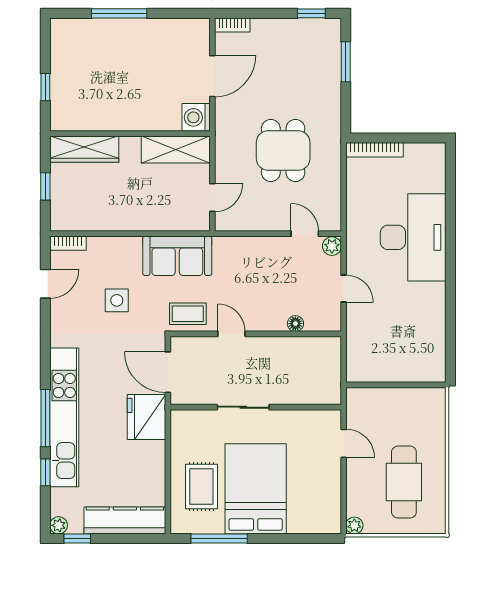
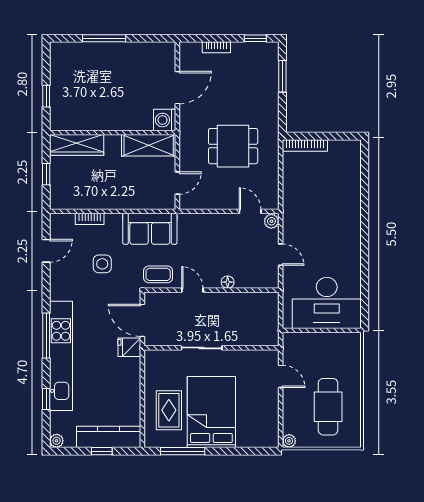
bookcase: (232, 25) -> (216, 47), moved
dining table: (283, 151) -> (233, 146), turned 90
desk: (413, 237) -> (327, 303), moved, turned 90
bookcase: (68, 243) -> (90, 219), moved
floor lamp: (295, 324) -> (228, 282), moved
fridge: (146, 417) -> (129, 347), width x0.53, depth x0.75
window: (45, 418) -> (46, 335), moved
window: (77, 538) -> (102, 451), moved

